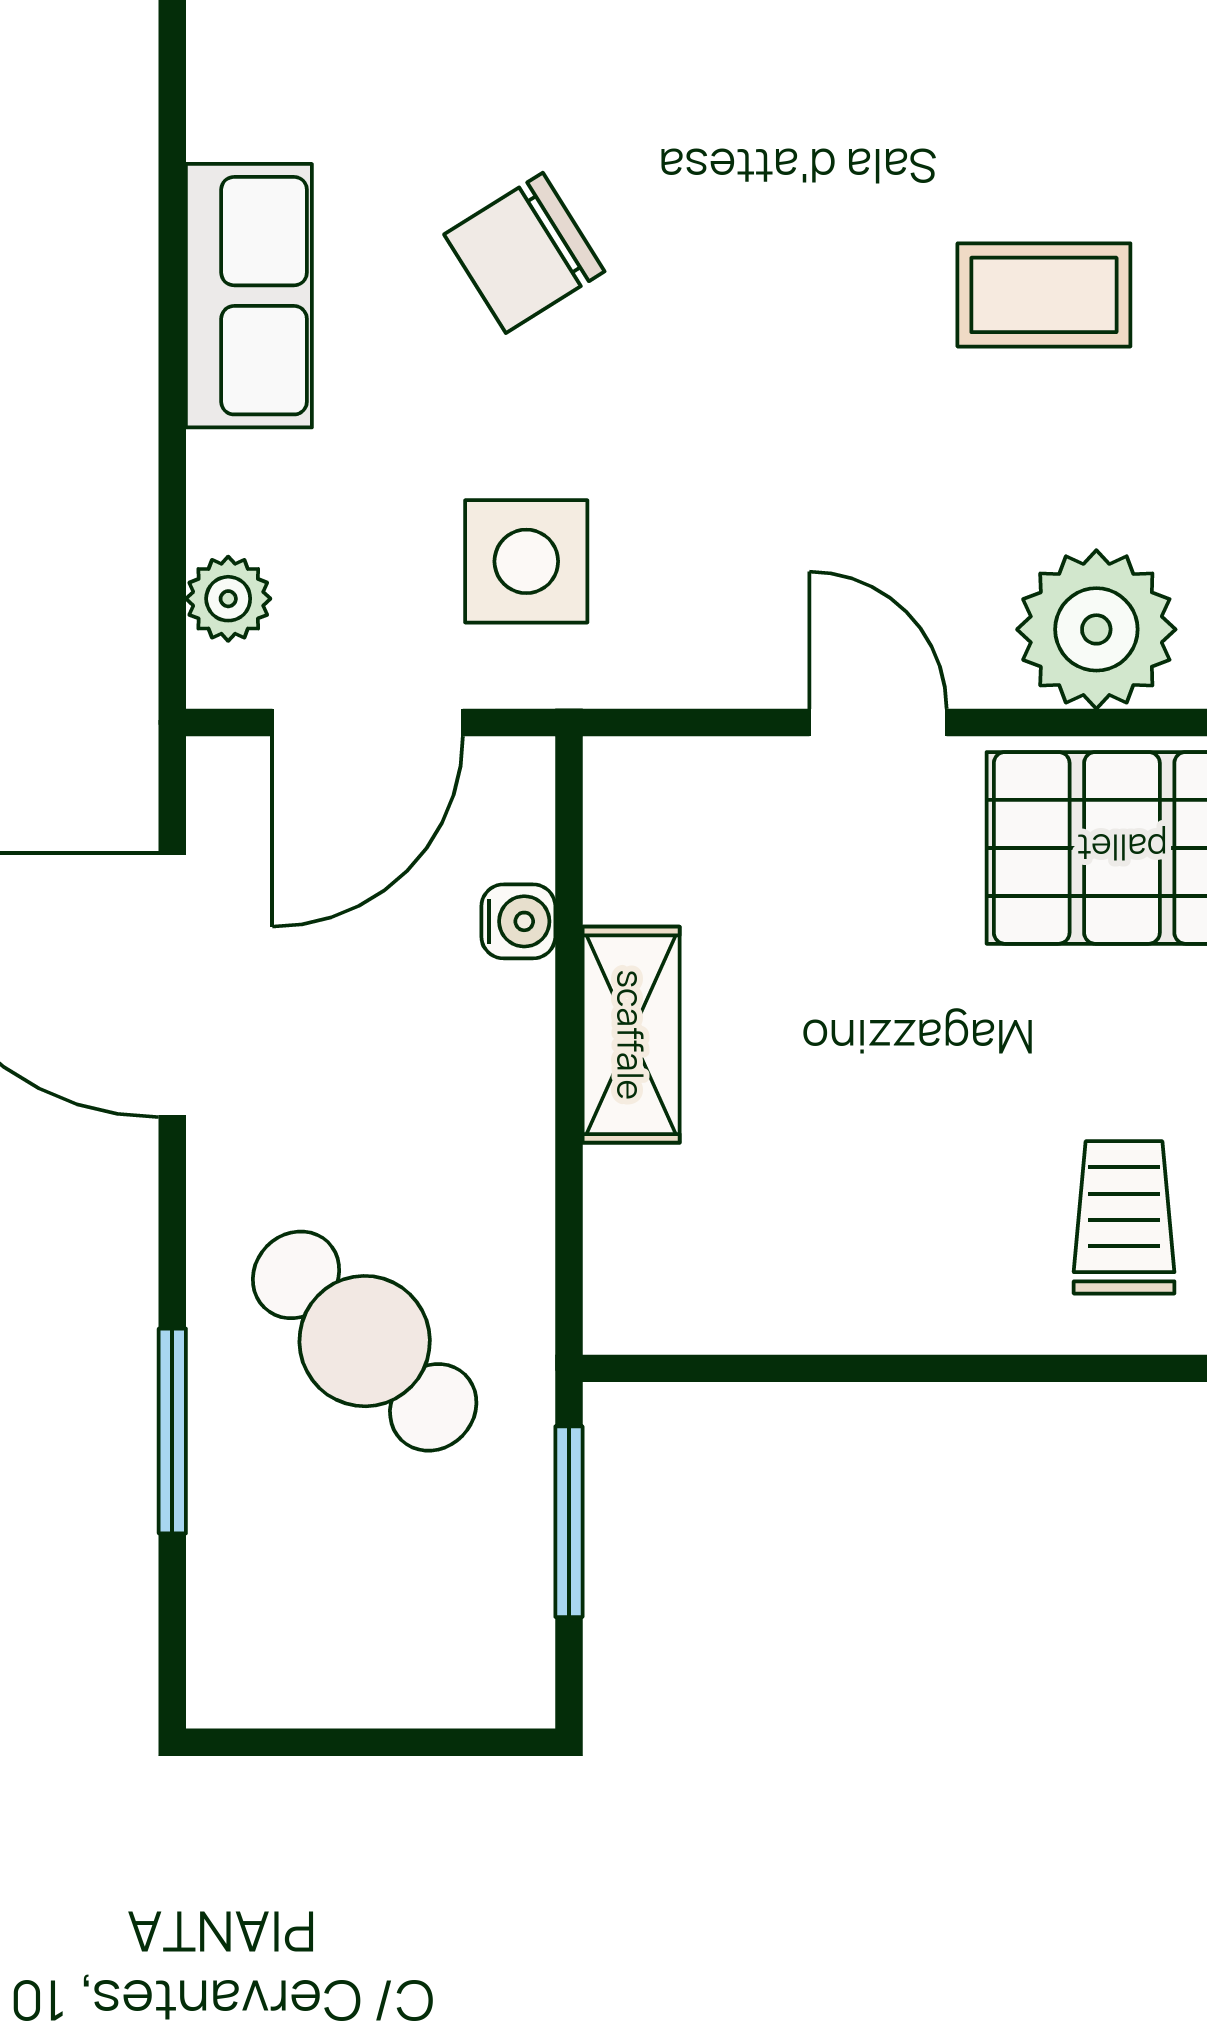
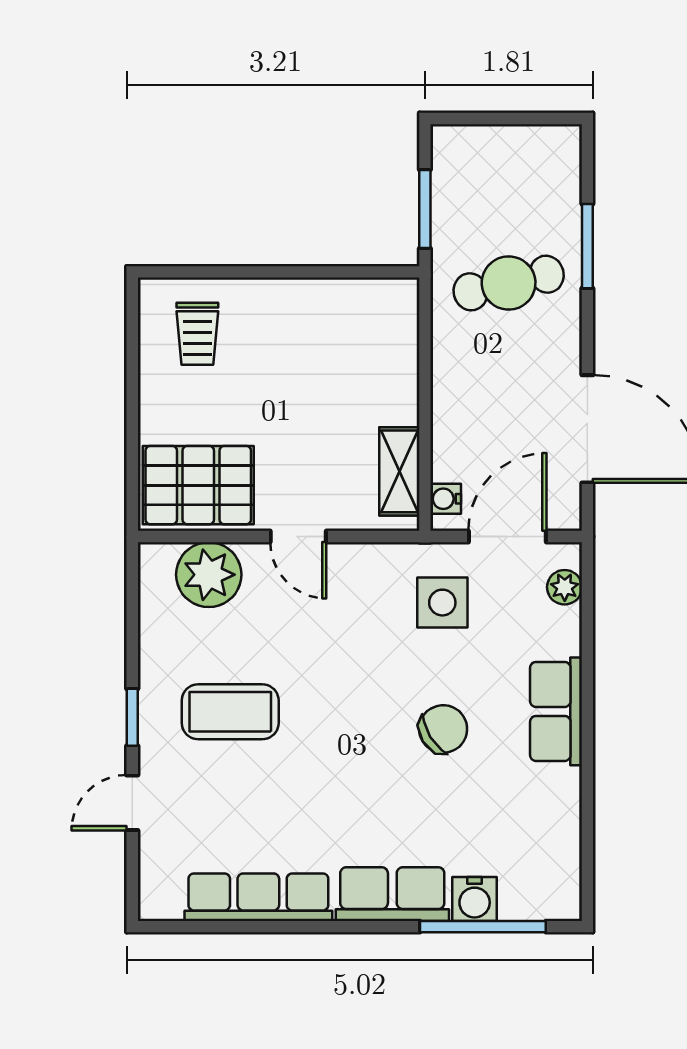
coffee table: (1044, 295) -> (230, 712), width x1.36, depth x1.30
water cooler: (518, 921) -> (446, 499), moved
shelving: (631, 1035) -> (399, 471), moved
cafe table: (365, 1341) -> (509, 283), turned -57

